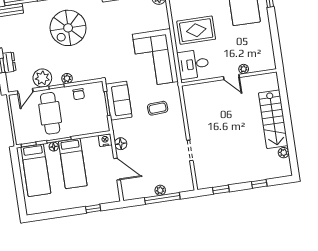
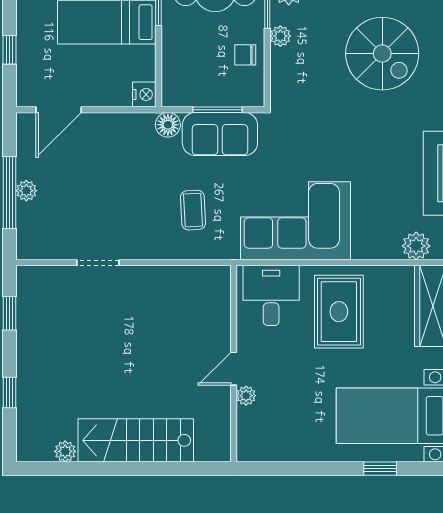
spiral stairs: (68, 28) -> (382, 54), turned 180
floor lamp: (121, 144) -> (168, 125), moved
door: (117, 169) -> (59, 110), moved

